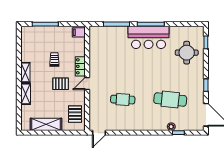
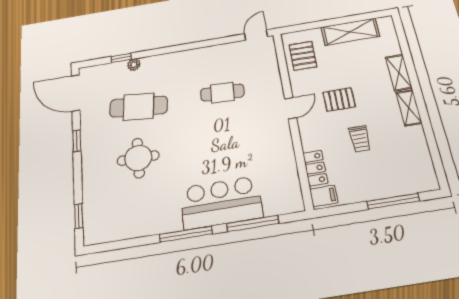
bar counter: (149, 37) -> (221, 203), moved
round table: (187, 53) -> (138, 158), moved
locker: (80, 66) -> (315, 168), moved

